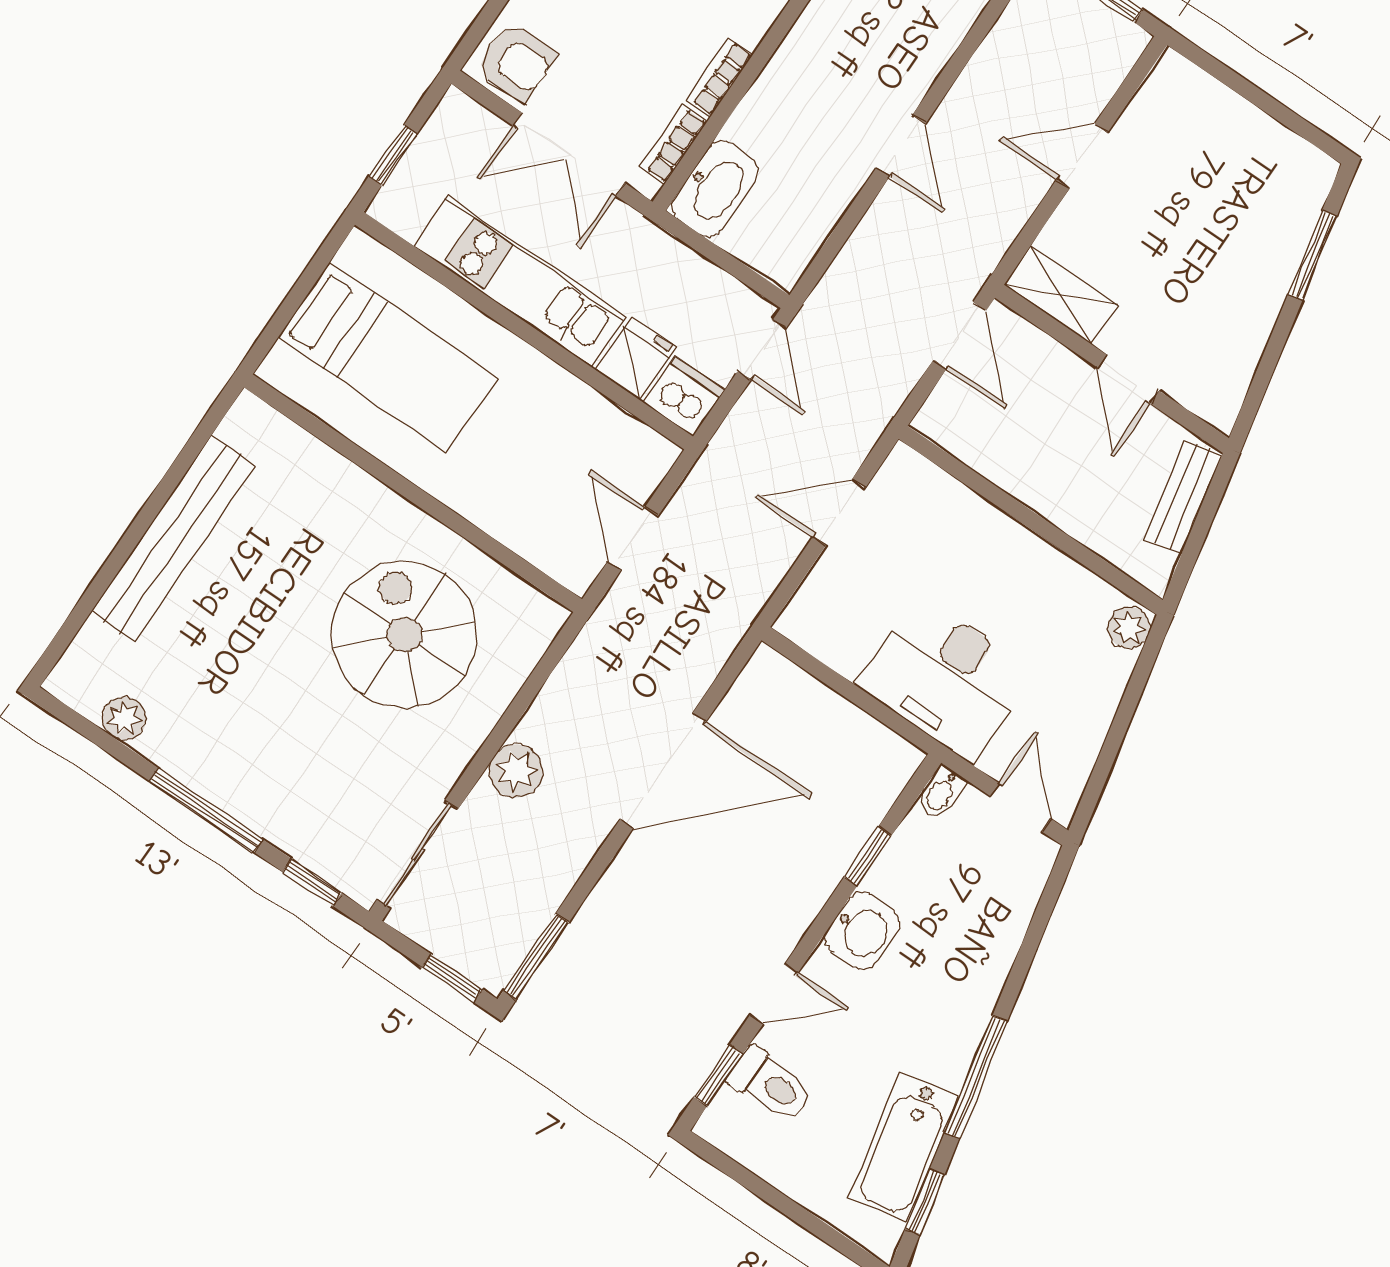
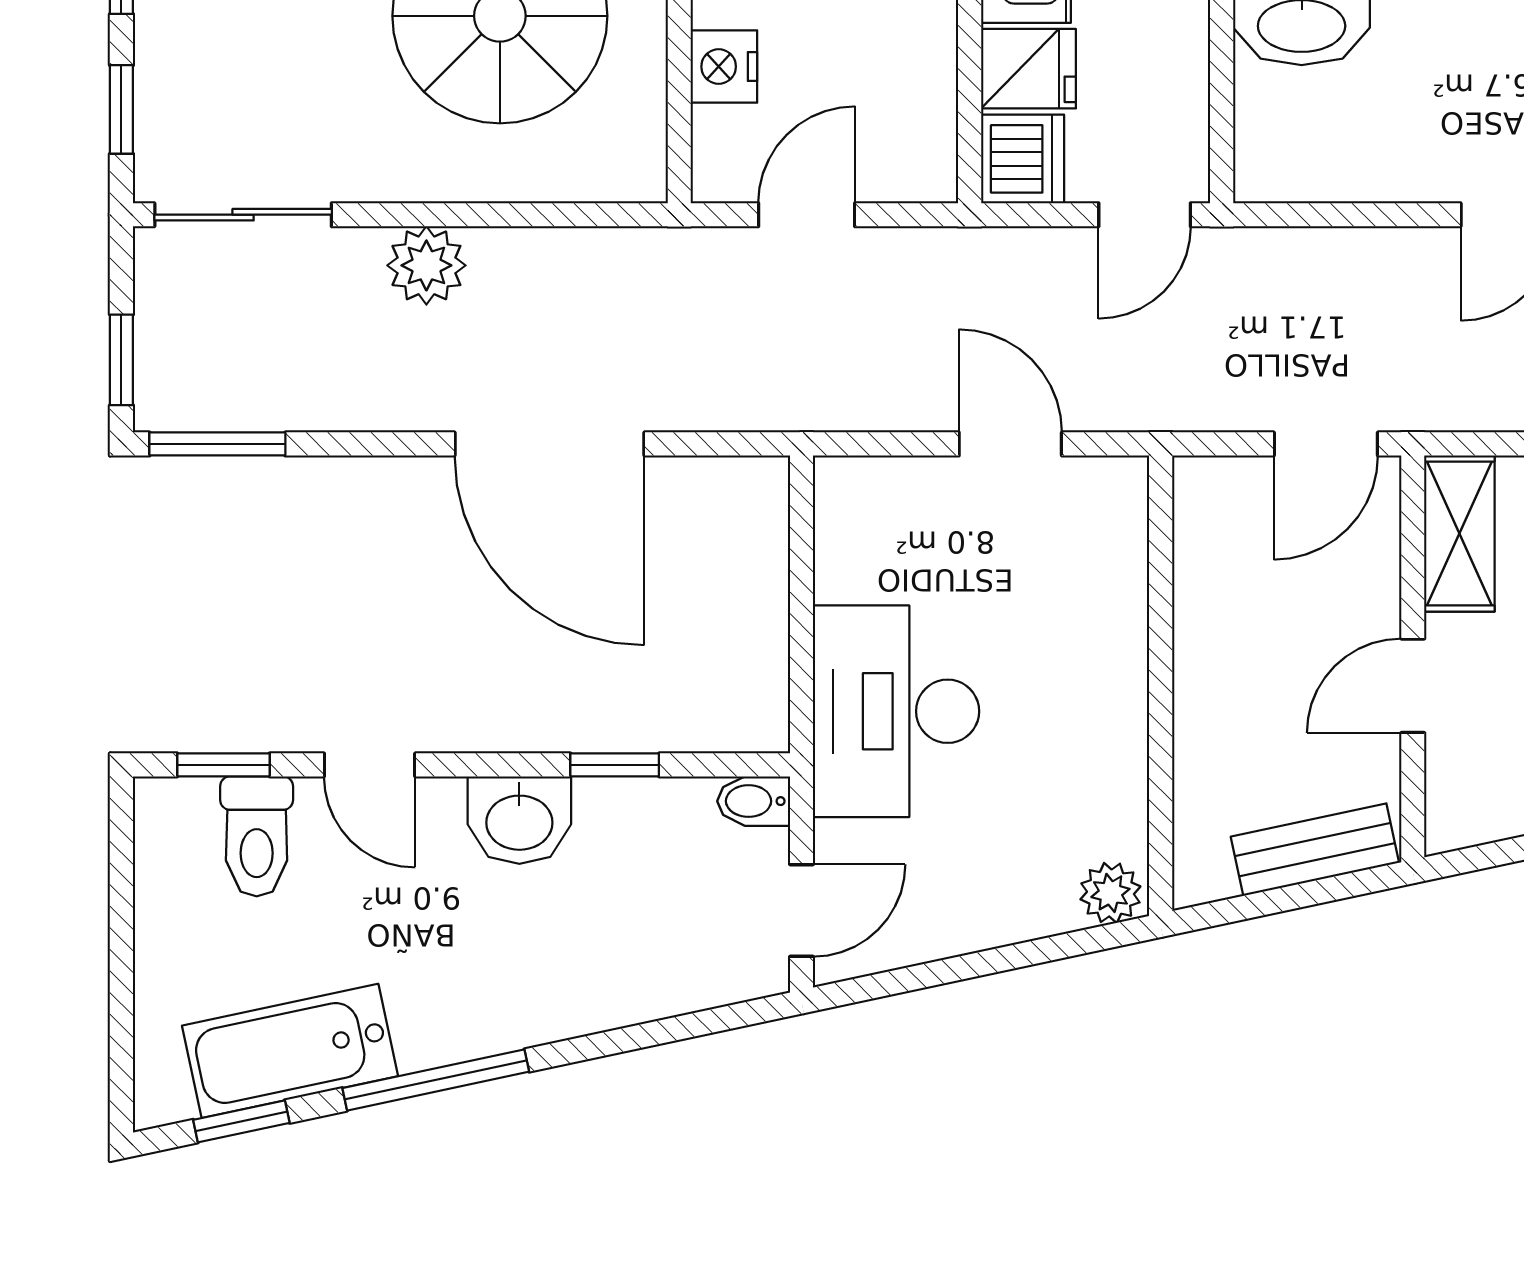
nightstand: (518, 528) -> (724, 67), added

